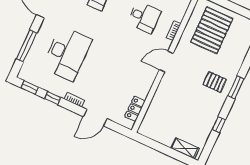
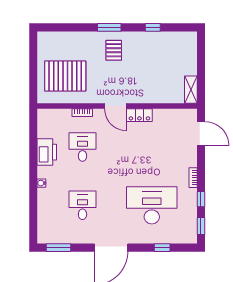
window: (27, 46) -> (162, 248), width x0.46
locker: (135, 109) -> (139, 115), moved
door: (95, 118) -> (201, 134), moved
shelving: (185, 148) -> (191, 90), moved

